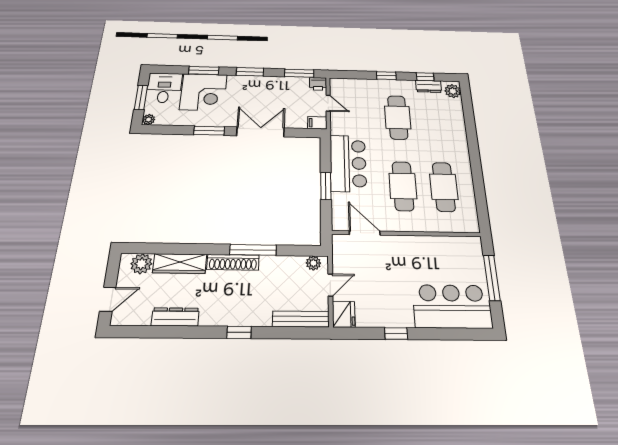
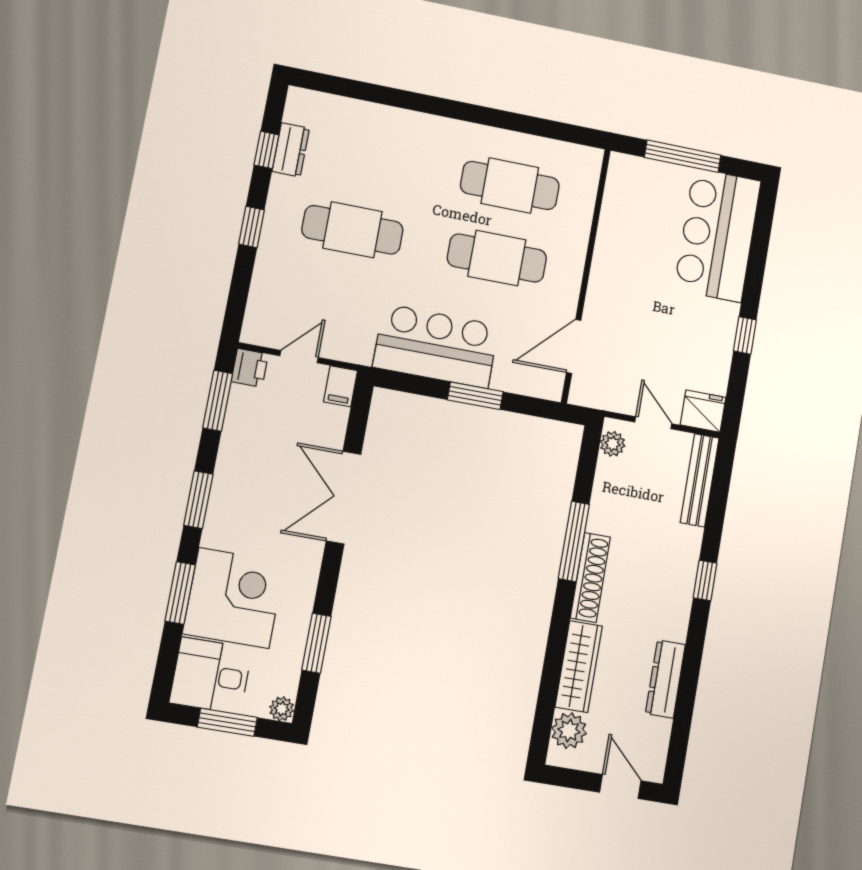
plant: (453, 91) -> (310, 106), removed
window: (209, 131) -> (316, 643), moved

